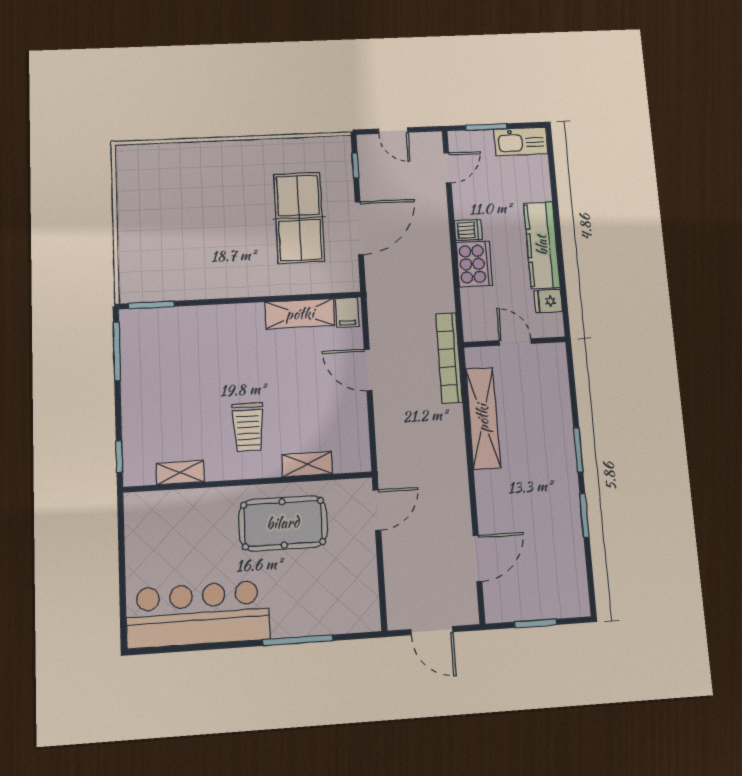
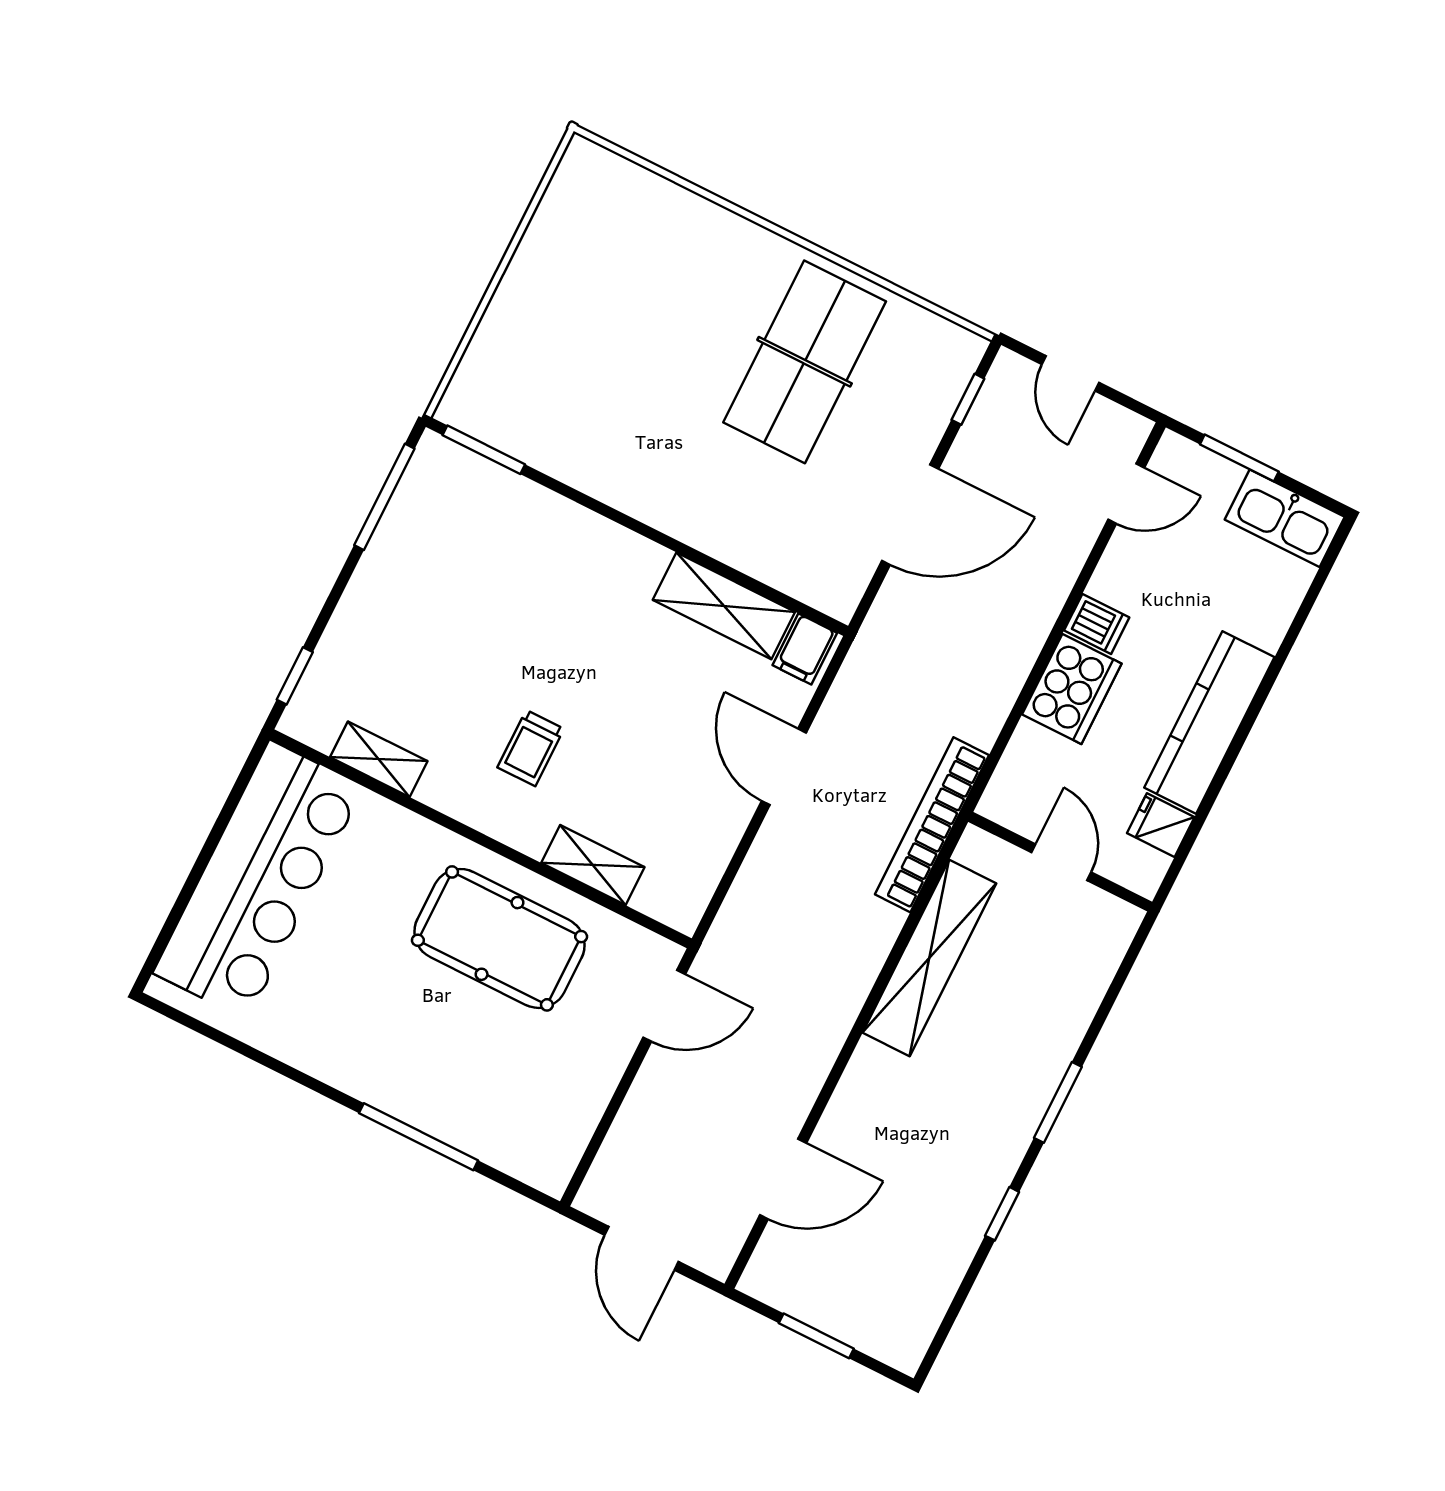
table tennis table: (299, 218) -> (805, 362), moved
trolley: (248, 427) -> (531, 748), width x0.73, depth x0.72
window: (584, 515) -> (1002, 1214), width x0.67
bar counter: (198, 614) -> (258, 880), moved, turned 90

